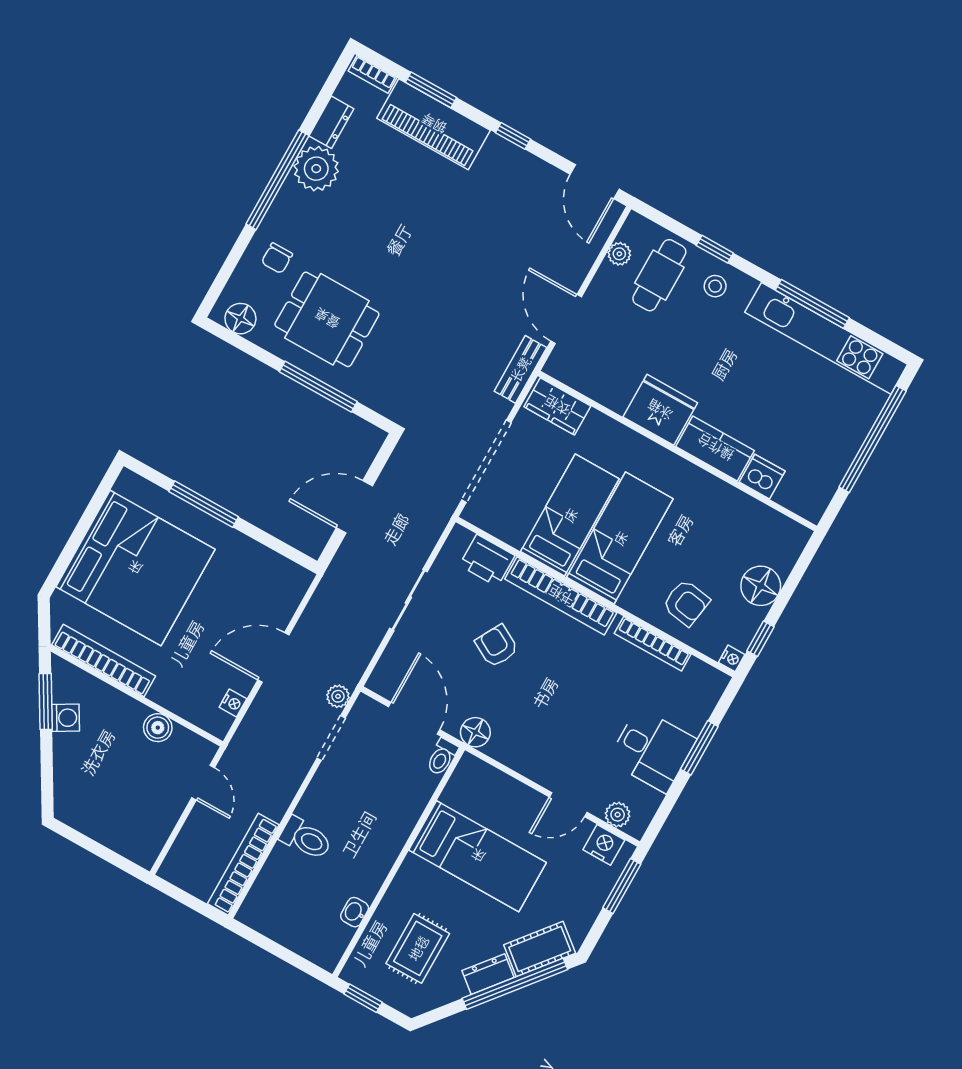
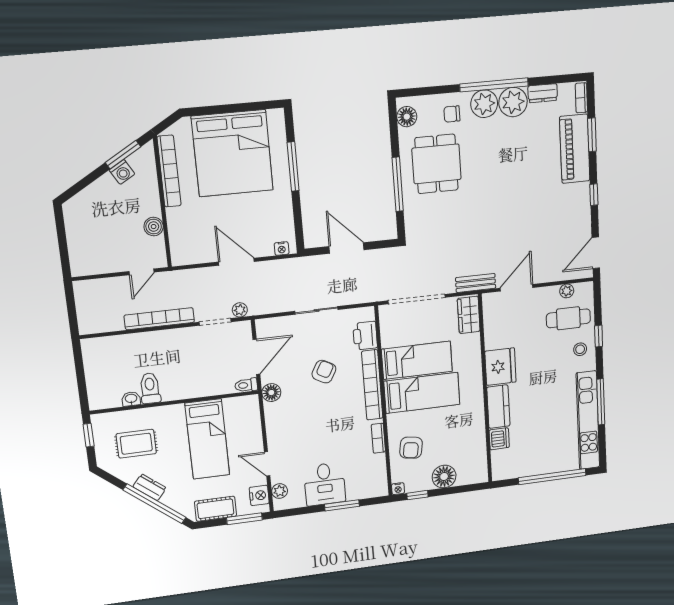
plant: (293, 208) -> (484, 104), added
bookcase: (653, 644) -> (378, 438), width x0.64
nightstand: (233, 703) -> (282, 249), moved
toilet: (306, 838) -> (150, 388), moved, turned 180
bookcase: (243, 864) -> (159, 319), moved
cot: (540, 949) -> (216, 509), moved, turned -39

